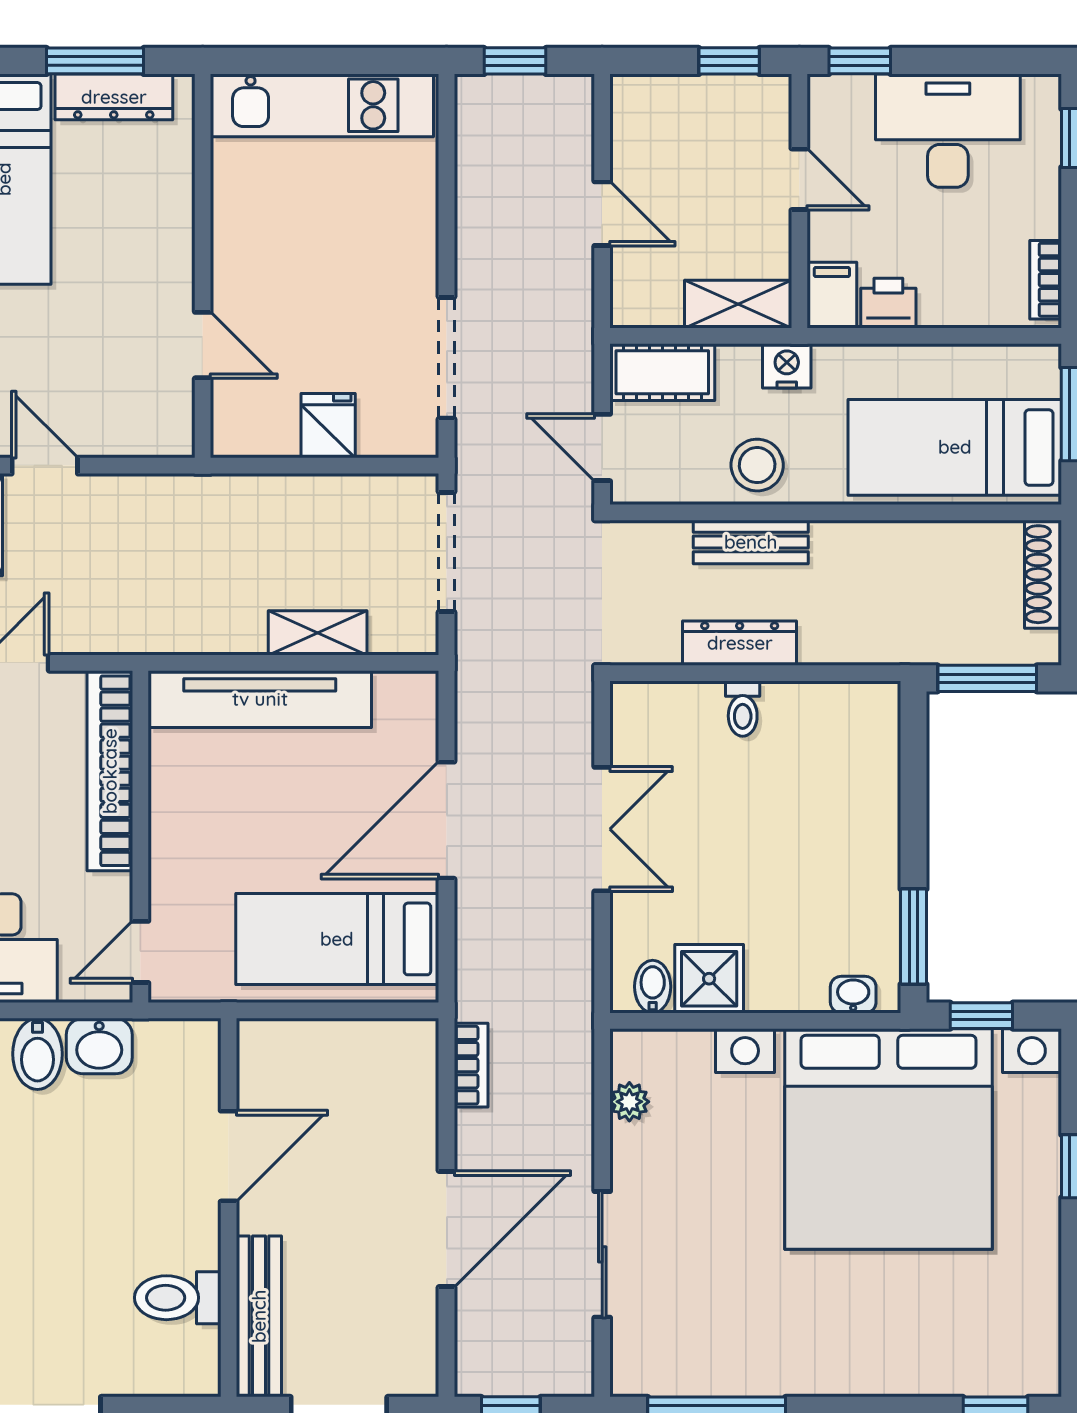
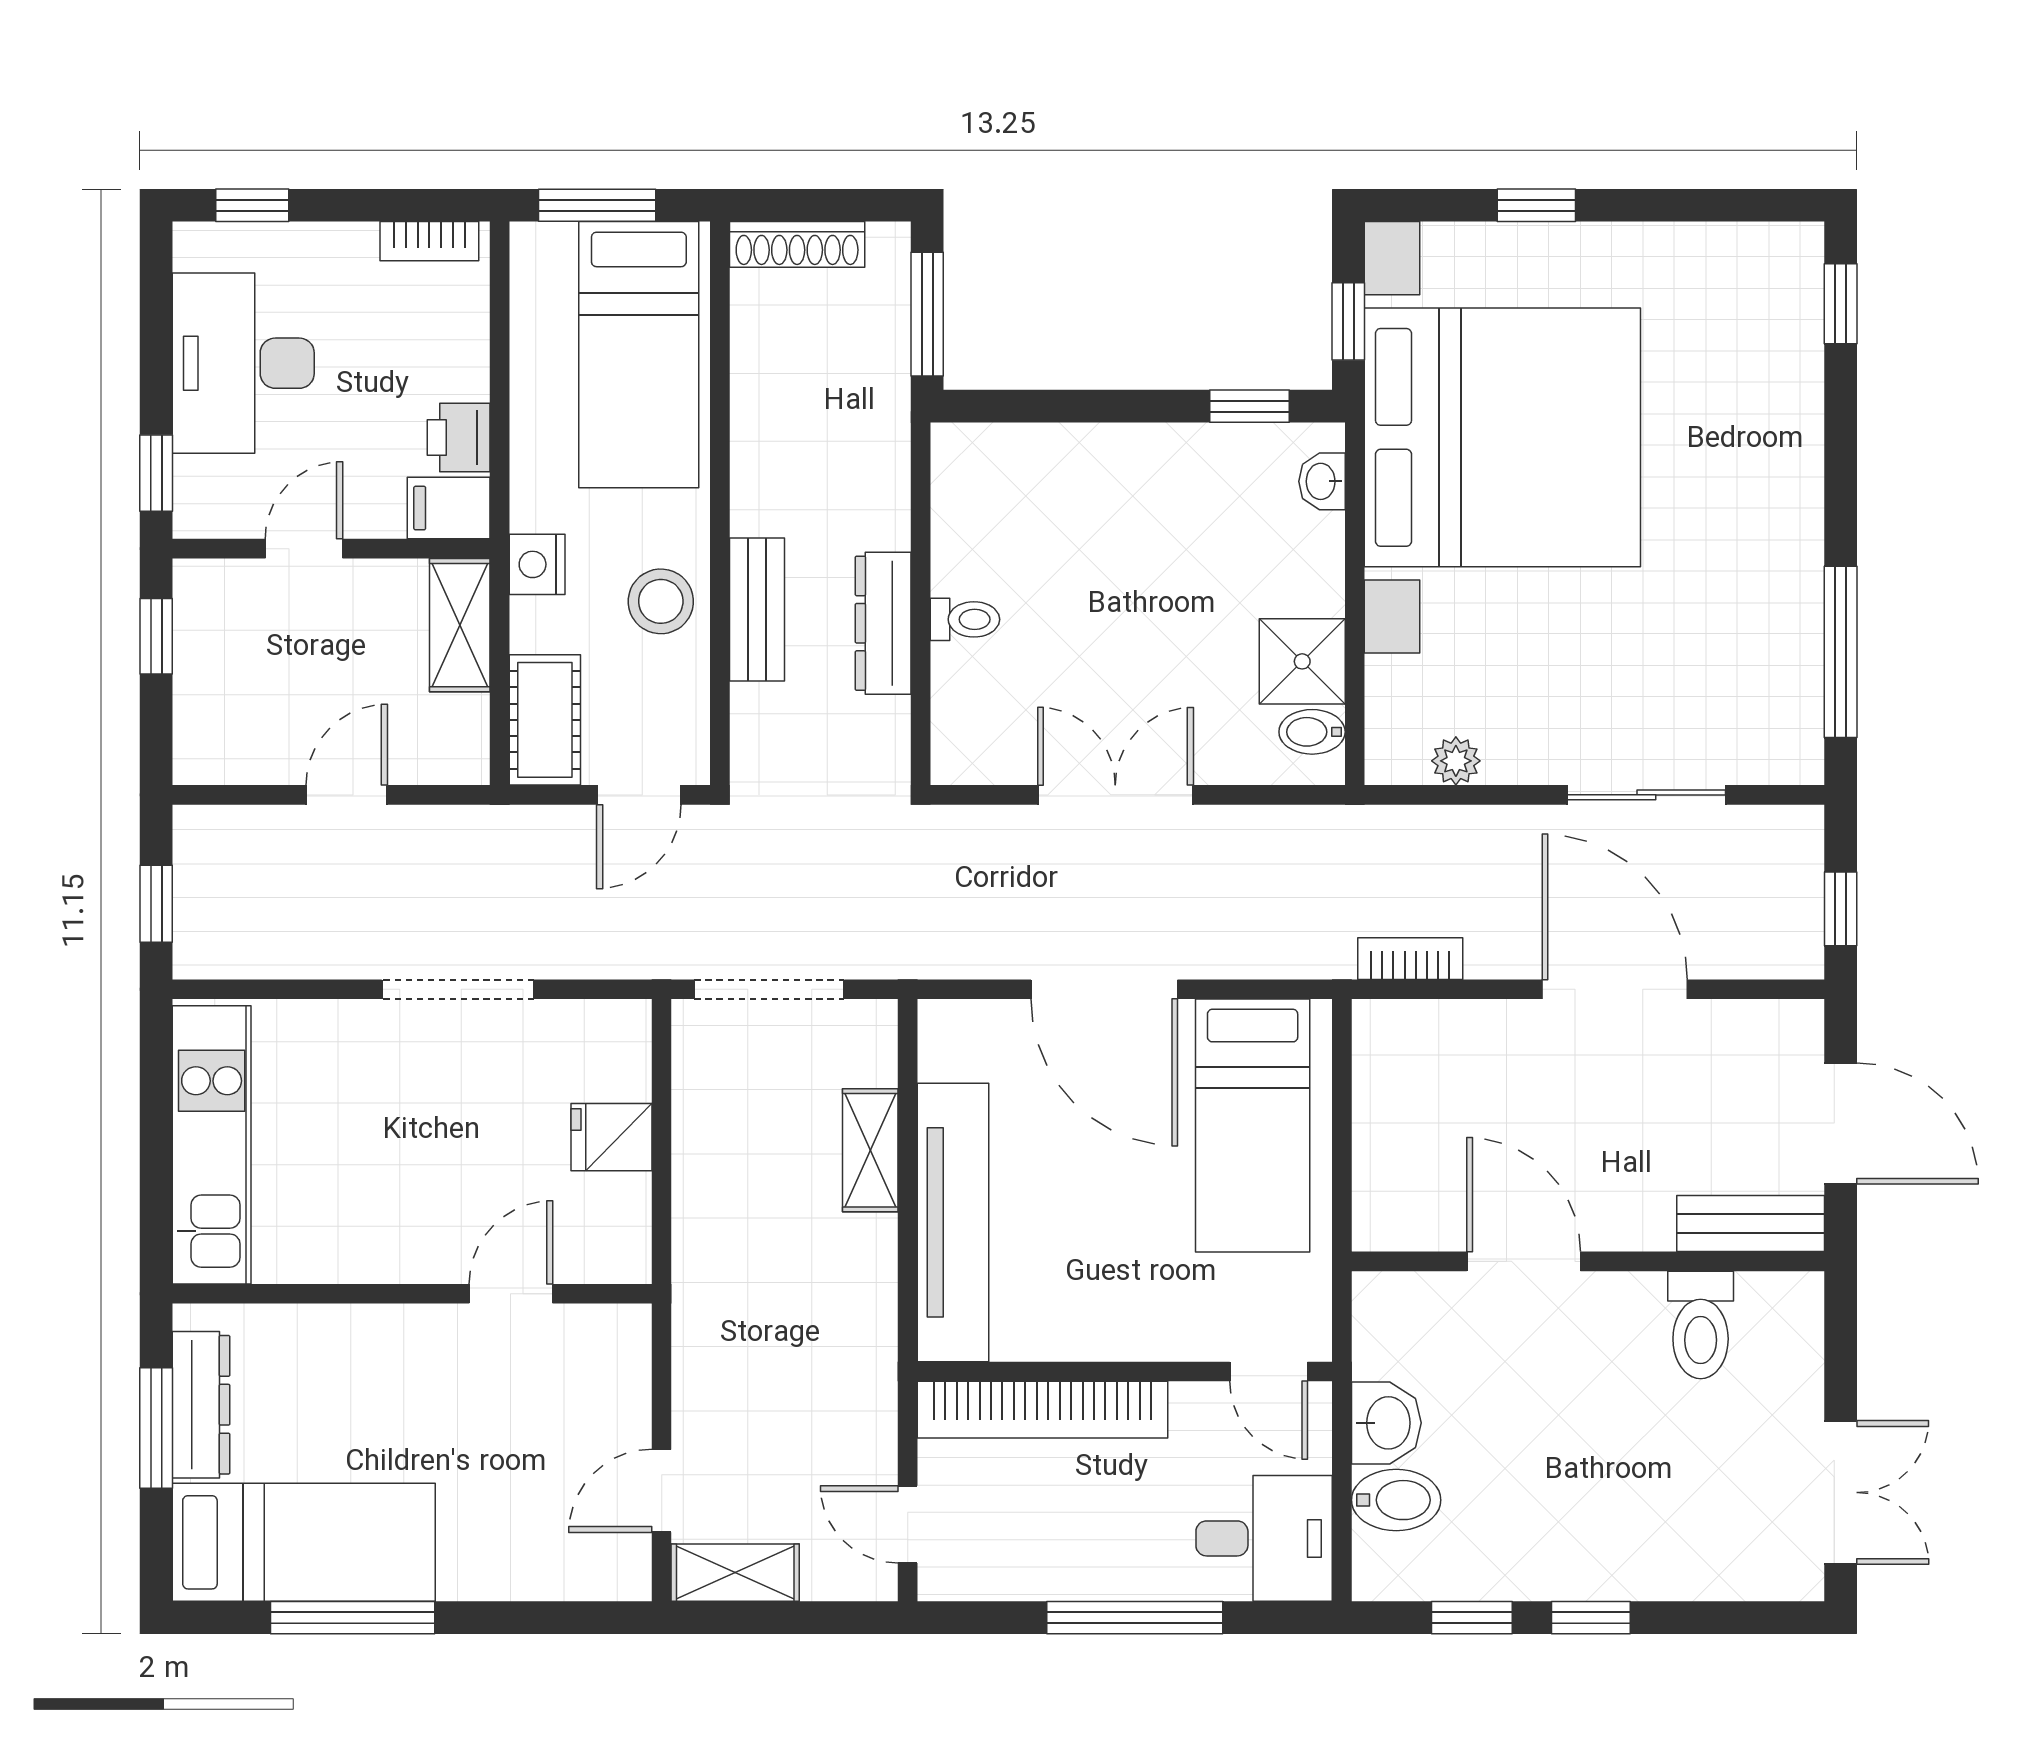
doorway: (447, 358) -> (458, 989), moved
window: (913, 937) -> (1250, 406), width x0.67
bench: (259, 1316) -> (1751, 1223), width x0.73

